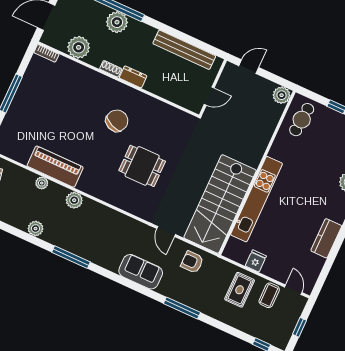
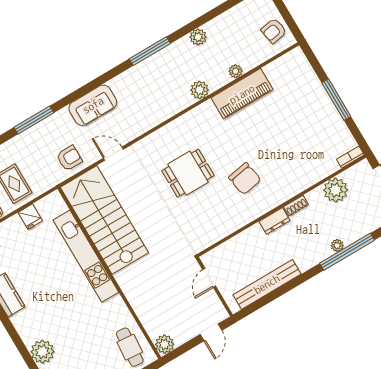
plant: (117, 22) -> (337, 245), width x0.53, depth x0.53
chair: (117, 121) -> (245, 179), turned -33

